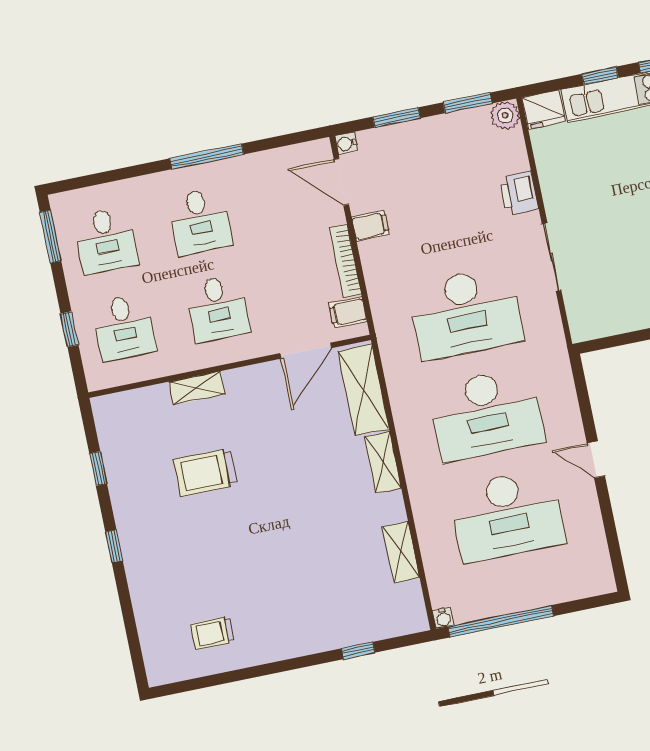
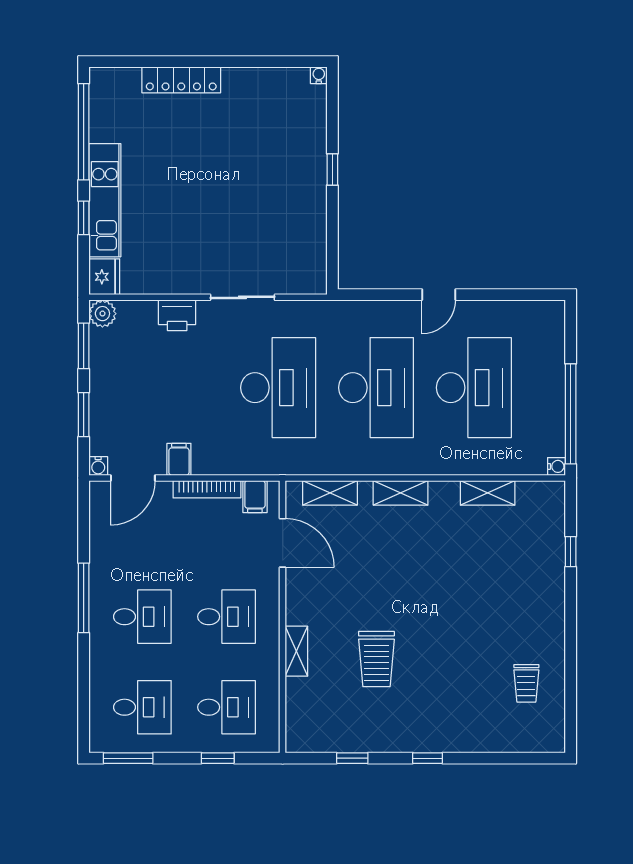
shelving: (363, 390) -> (330, 493), width x0.67, depth x0.75

